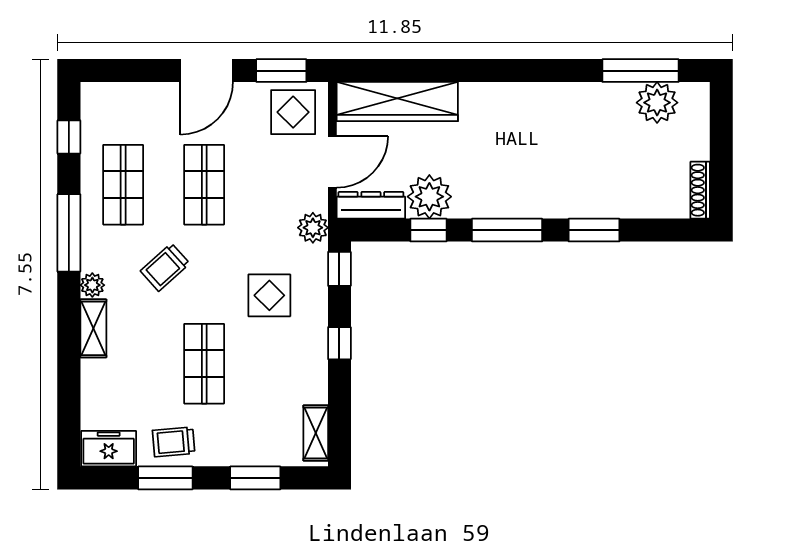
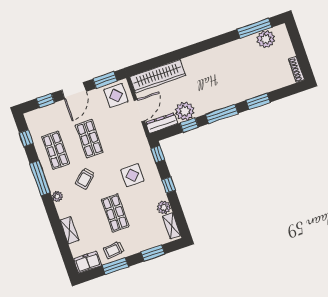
window: (138, 71) -> (45, 101), added
plant: (313, 228) -> (164, 207), moved
shelving: (93, 328) -> (69, 230), moved

